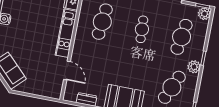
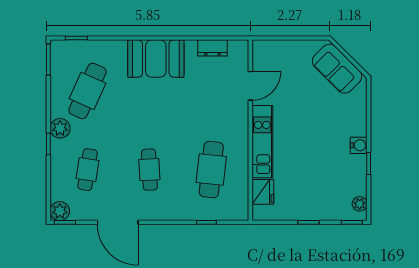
cafe table: (182, 37) -> (87, 170), width x0.73, depth x0.74
door: (67, 70) -> (250, 86), swing flipped

